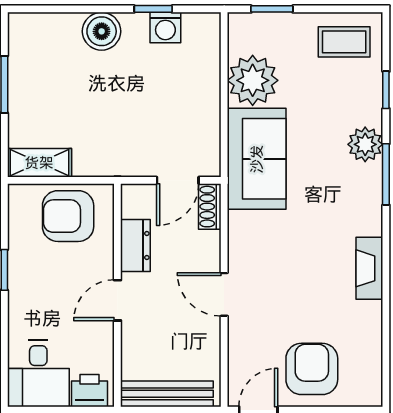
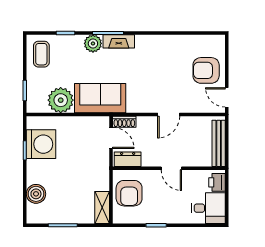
washing machine: (165, 28) -> (41, 144), width x1.89, depth x1.89
boiler: (102, 31) -> (36, 194), moved
dresser: (135, 245) -> (128, 159), moved
fireplace: (369, 268) -> (119, 41), moved

